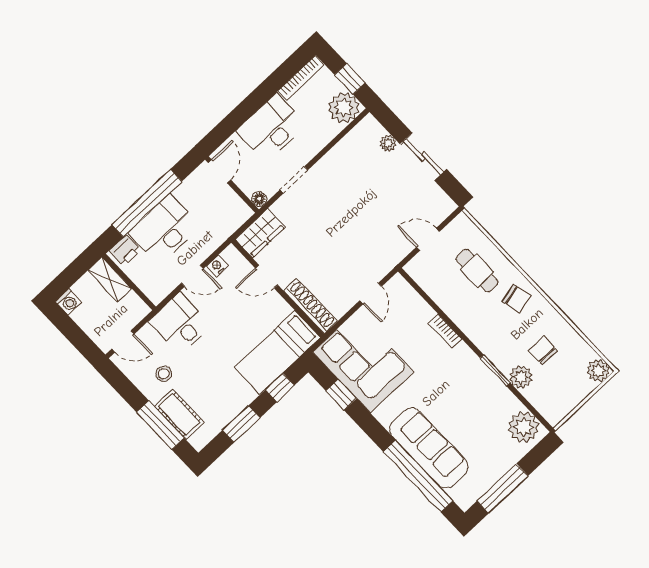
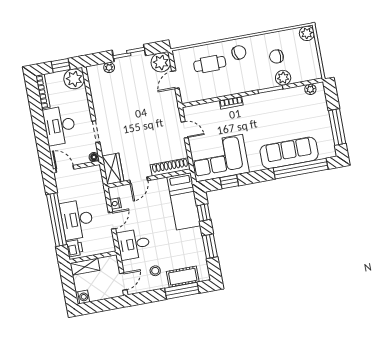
plant: (438, 206) -> (161, 62), added
plant: (524, 427) -> (310, 89), width x0.53, depth x0.53

